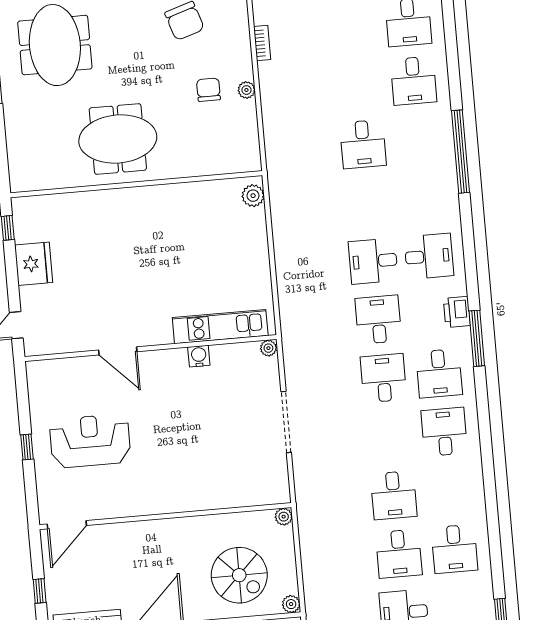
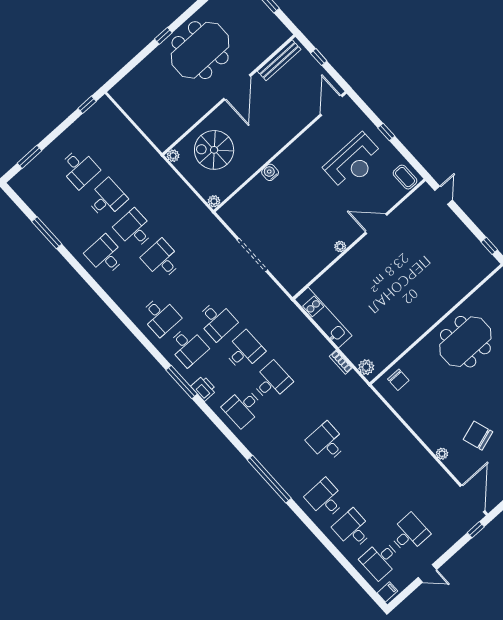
bookcase: (262, 43) -> (341, 362), moved
chair: (208, 90) -> (398, 380), moved
plant: (246, 90) -> (442, 454), moved
fridge: (34, 264) -> (460, 237), removed
desk: (378, 320) -> (244, 351), turned -90
kitchen unit: (220, 327) -> (323, 318), moved, turned -90
plant: (268, 348) -> (340, 246), moved
water cooler: (199, 356) -> (270, 172), moved, turned 180
desk: (439, 373) -> (188, 347), turned 180
coffee table: (45, 379) -> (405, 177), added

